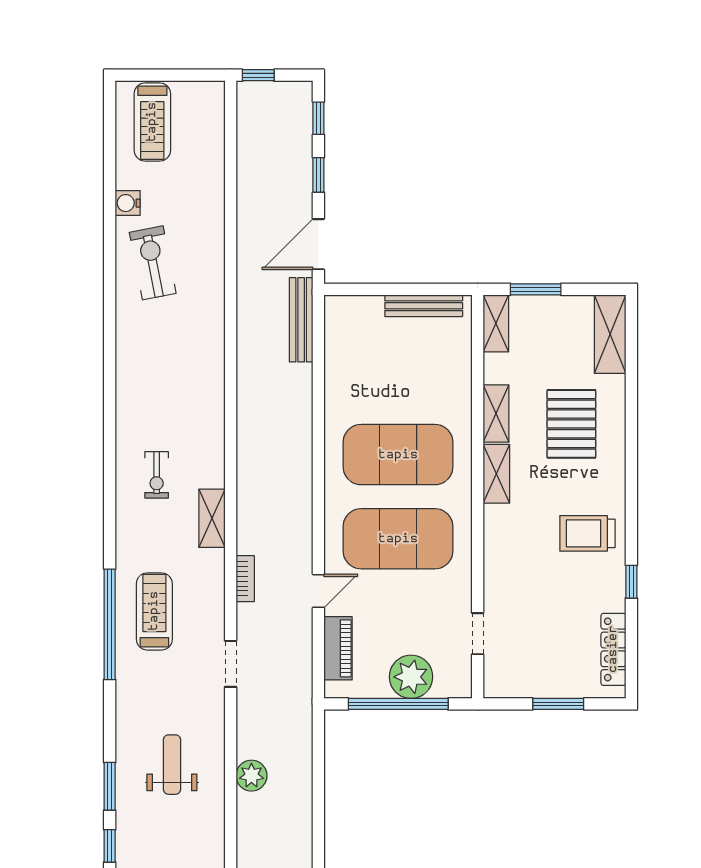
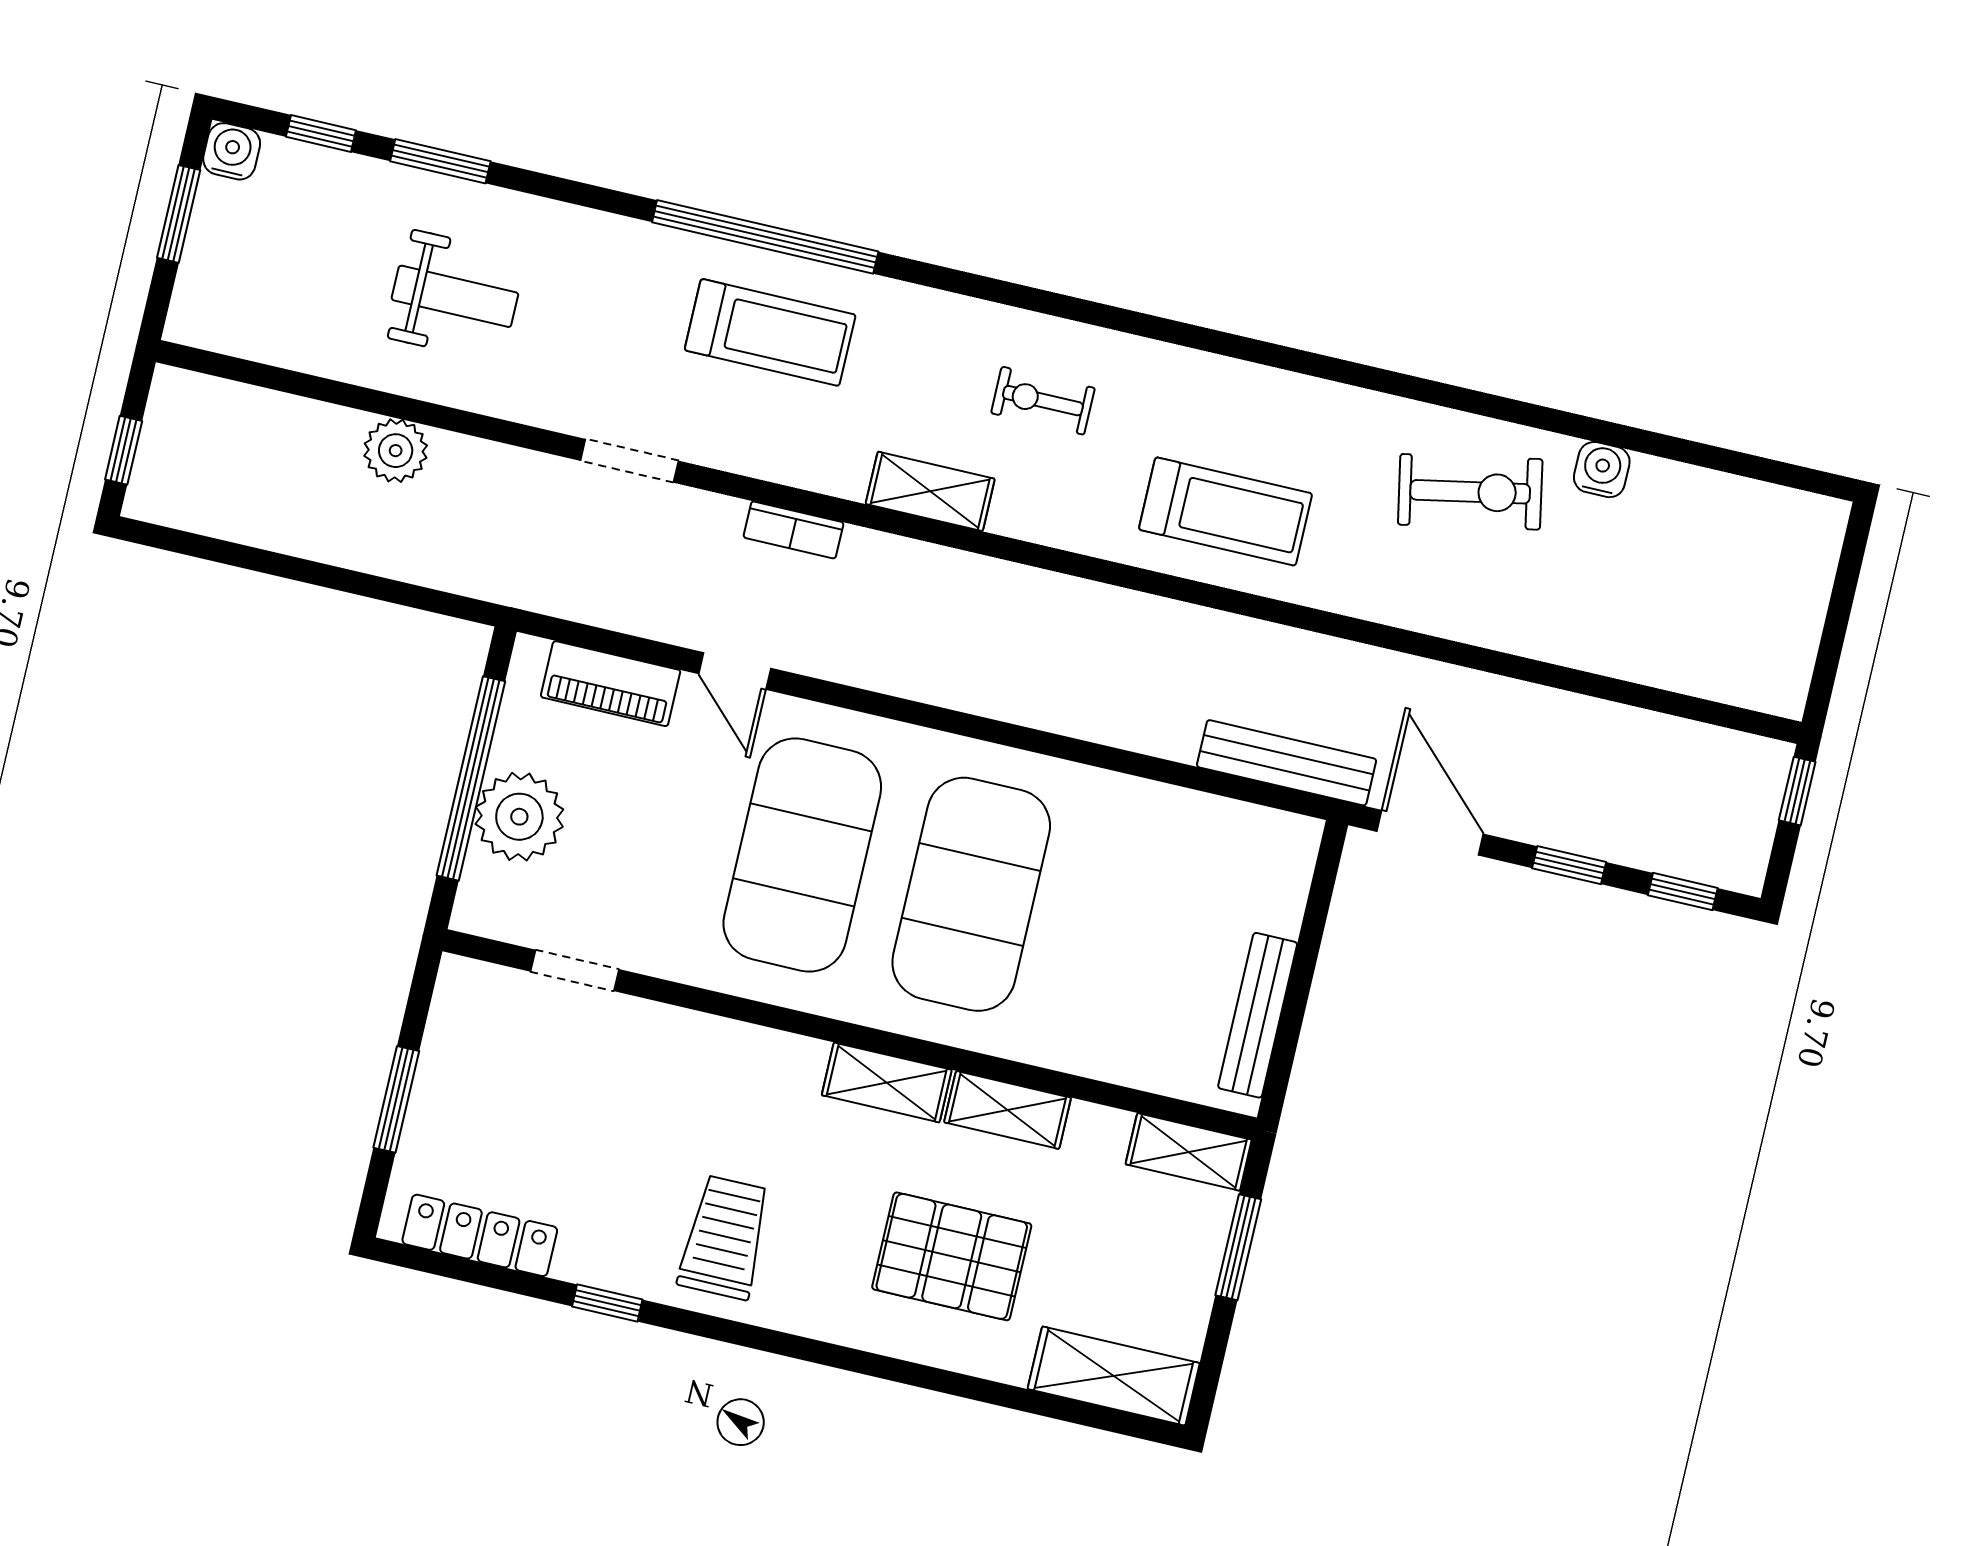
treadmill: (152, 122) -> (1225, 511), moved, turned 180

